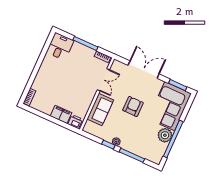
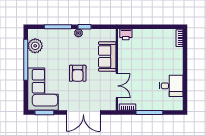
desk: (60, 46) -> (171, 86), moved, turned -90
double door: (103, 80) -> (117, 86), swing flipped
filing cabinet: (61, 114) -> (142, 35), removed
plant: (165, 135) -> (35, 46), moved

